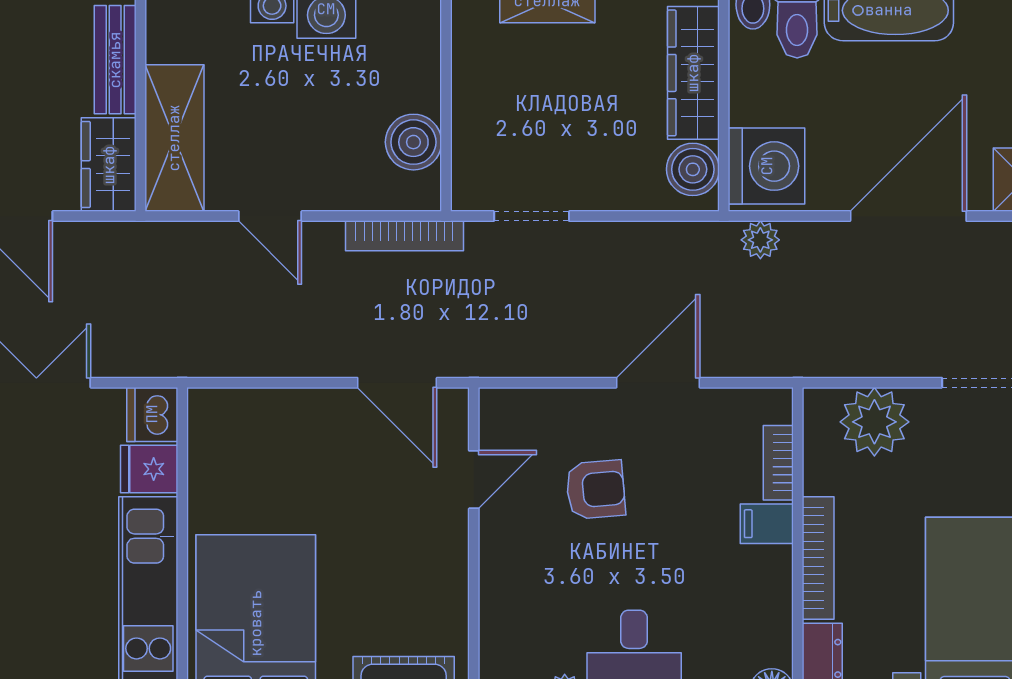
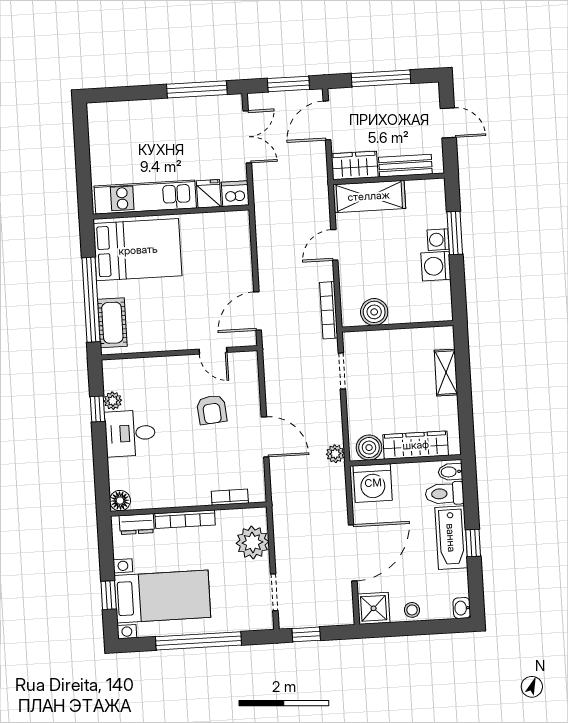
door: (908, 216) -> (353, 553), hinge flipped
plant: (760, 240) -> (335, 454), moved
filing cabinet: (767, 524) -> (200, 493), removed

